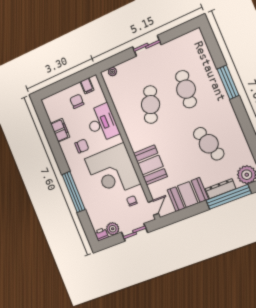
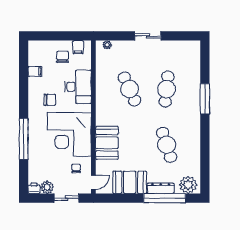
cafe table: (151, 105) -> (130, 89), turned -45
filing cabinet: (60, 130) -> (35, 71), width x0.50

